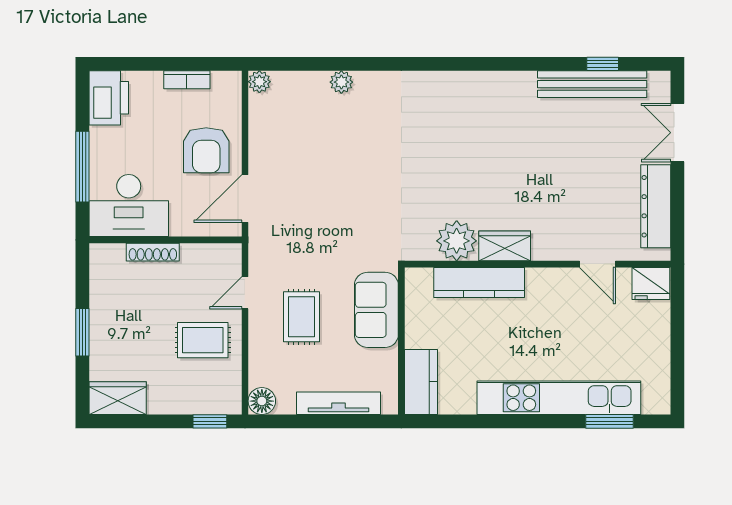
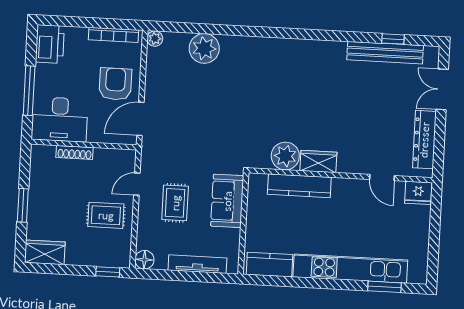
bookcase: (187, 80) -> (114, 35), width x1.56
plant: (341, 82) -> (204, 48), width x1.87, depth x1.87
armchair: (206, 150) -> (115, 84), turned 180
kitchen counter: (421, 382) -> (269, 265), moved, turned -90

